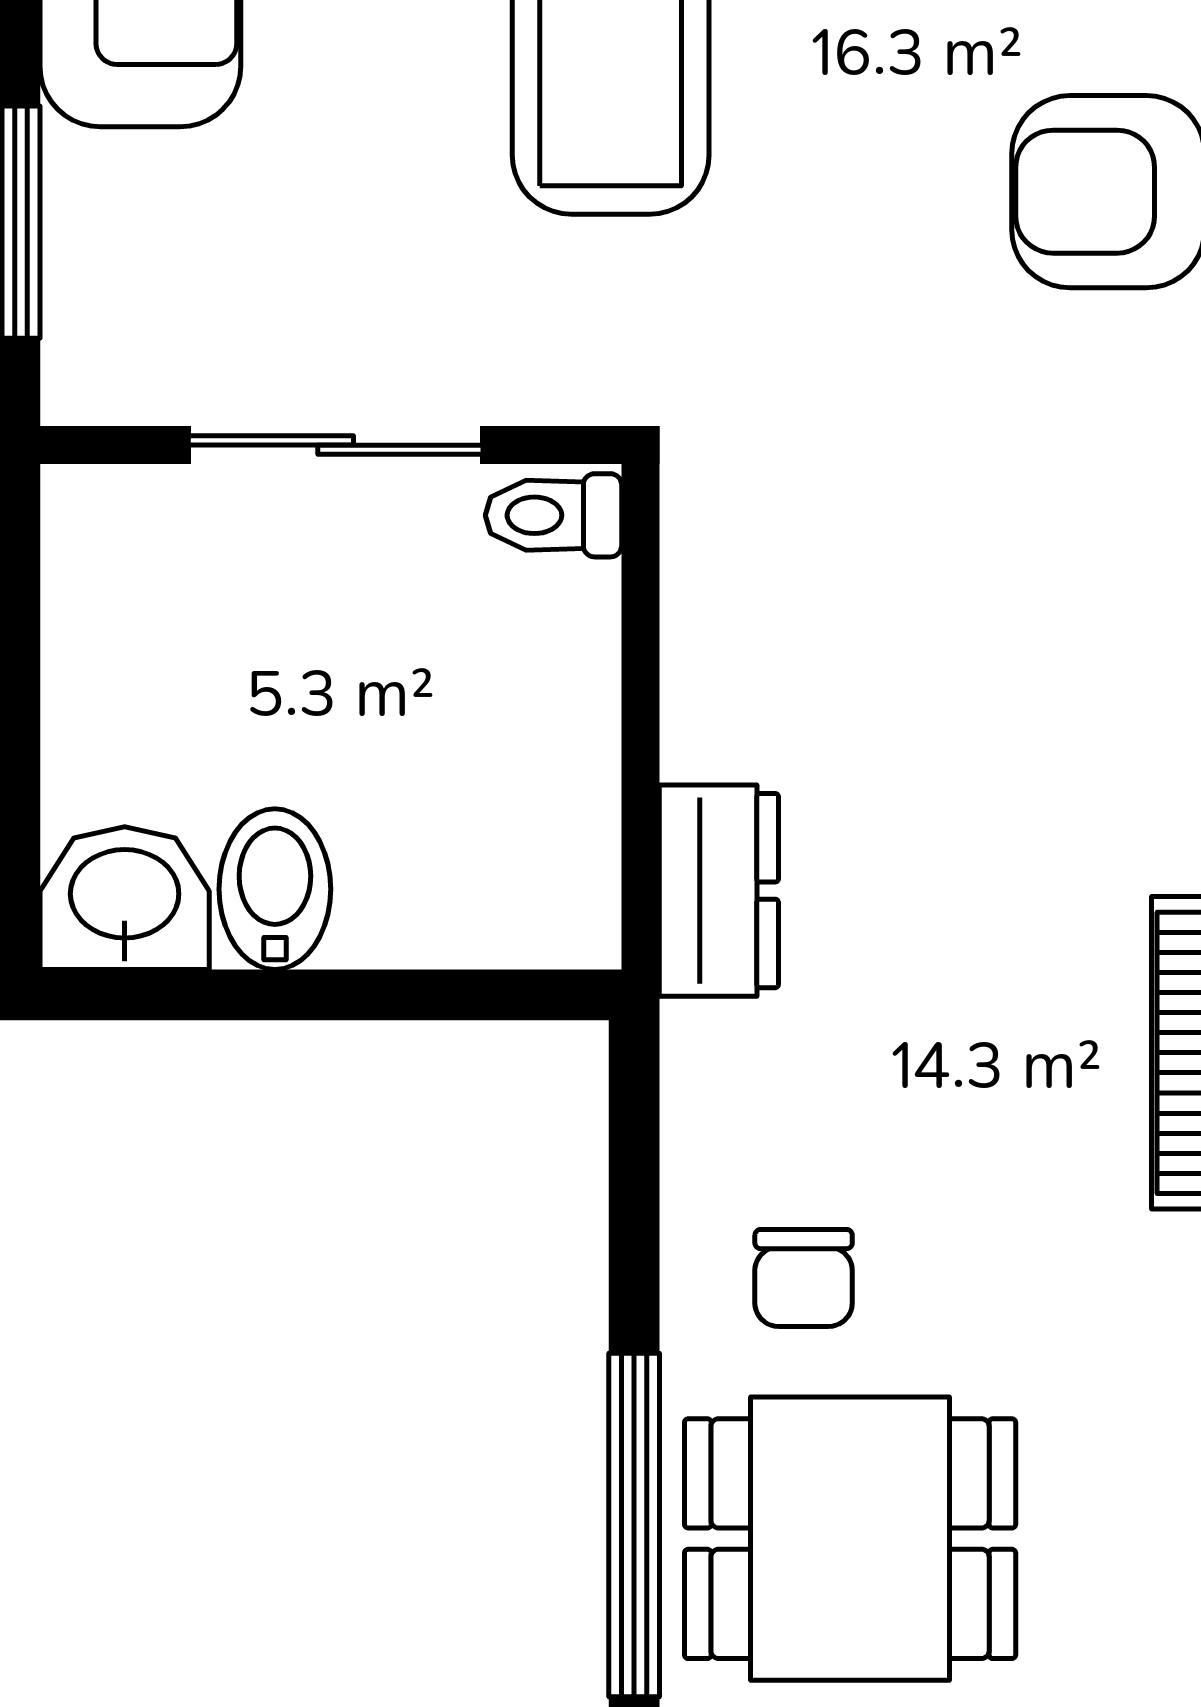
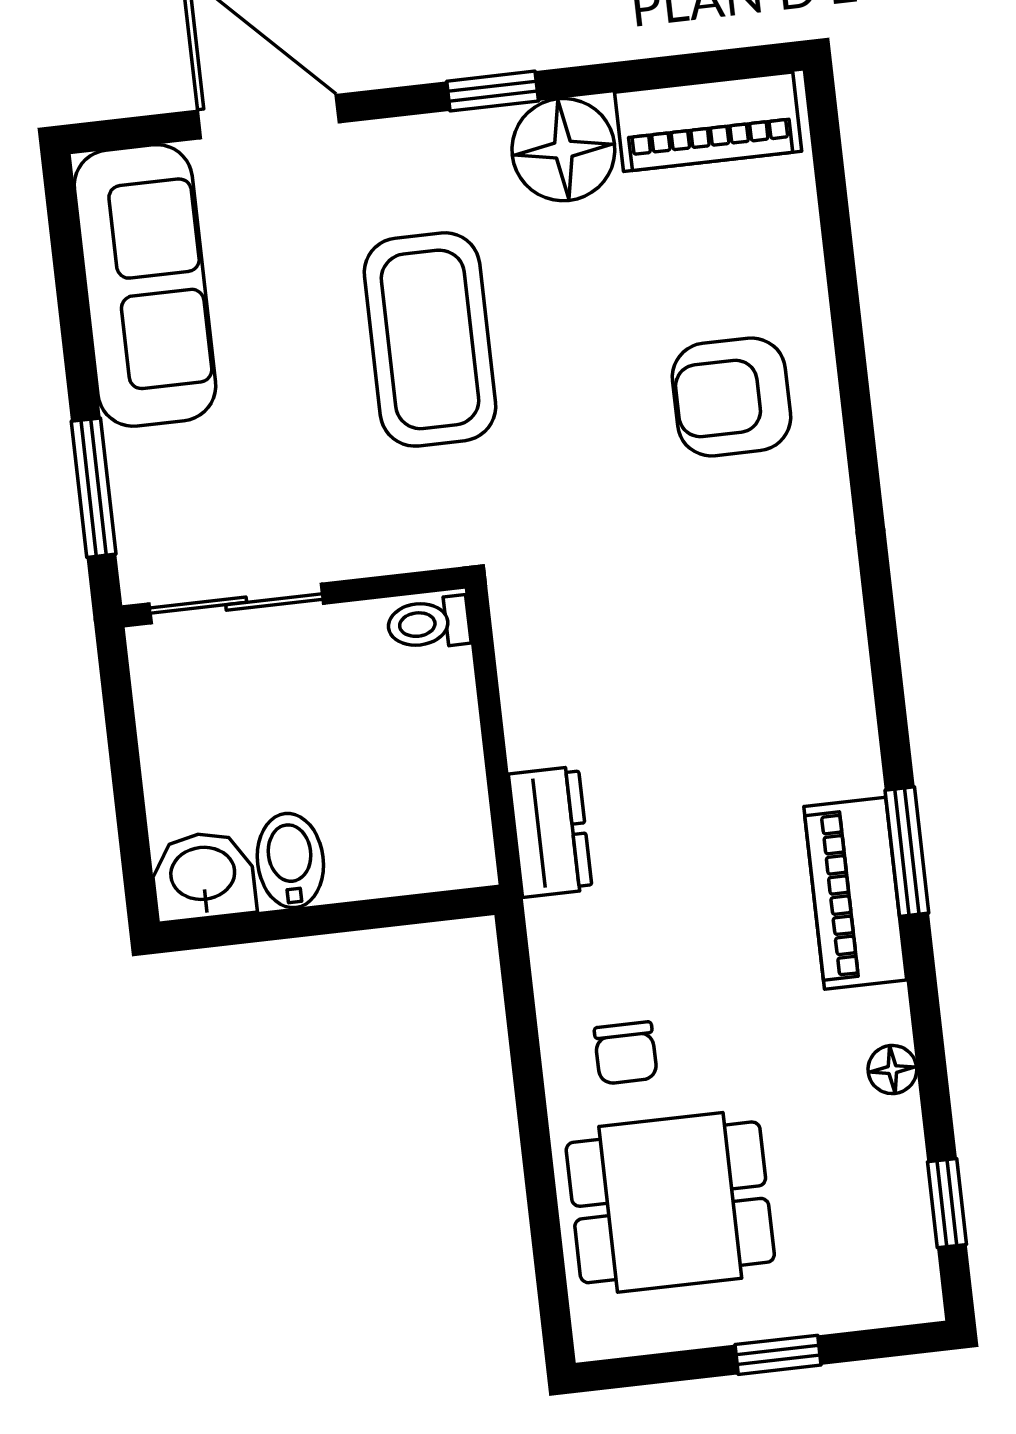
sliding door: (336, 445) -> (236, 604), moved
window: (634, 1525) -> (543, 1209), removed

